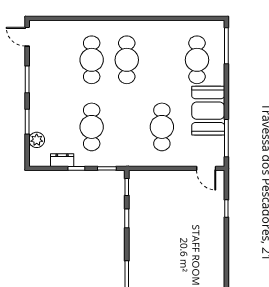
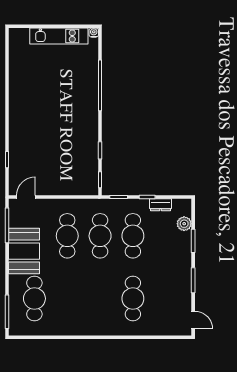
cafe table: (127, 60) -> (100, 236), moved
door: (206, 168) -> (26, 197), hinge flipped

